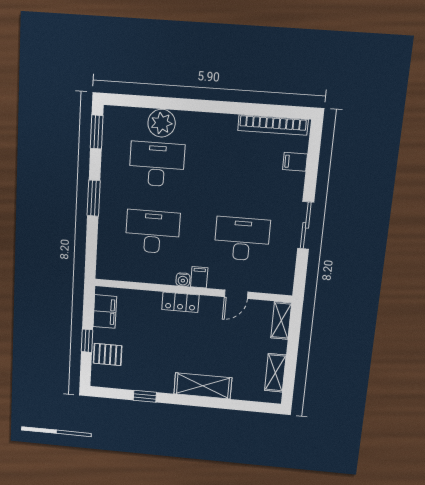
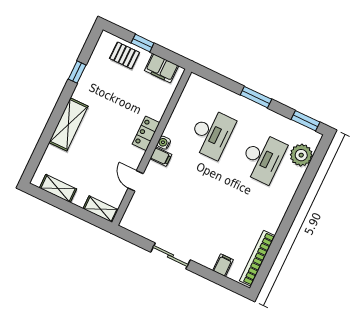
plant: (162, 123) -> (301, 155), moved
desk: (242, 239) -> (179, 202), removed
pallet: (108, 354) -> (125, 55), turned 90

